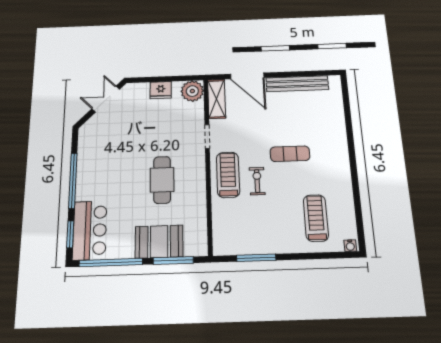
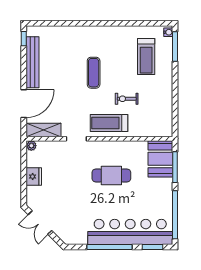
window: (325, 73) -> (24, 39), added
plant: (192, 91) -> (31, 146), width x0.53, depth x0.53
exercise bike: (257, 181) -> (127, 99), moved
treadmill: (316, 218) -> (146, 56), turned -90
bar counter: (90, 230) -> (130, 232), width x1.86
booth: (159, 242) -> (160, 159), moved
window: (256, 258) -> (175, 46), moved

